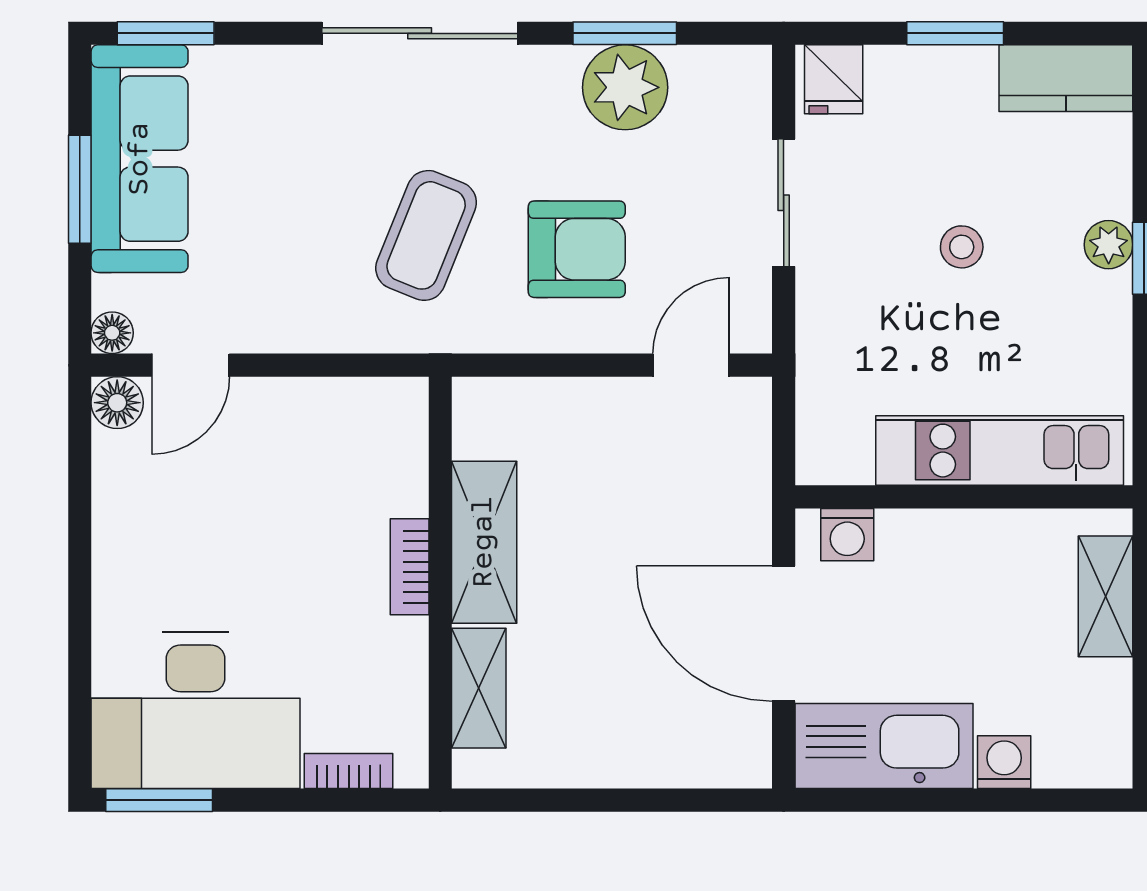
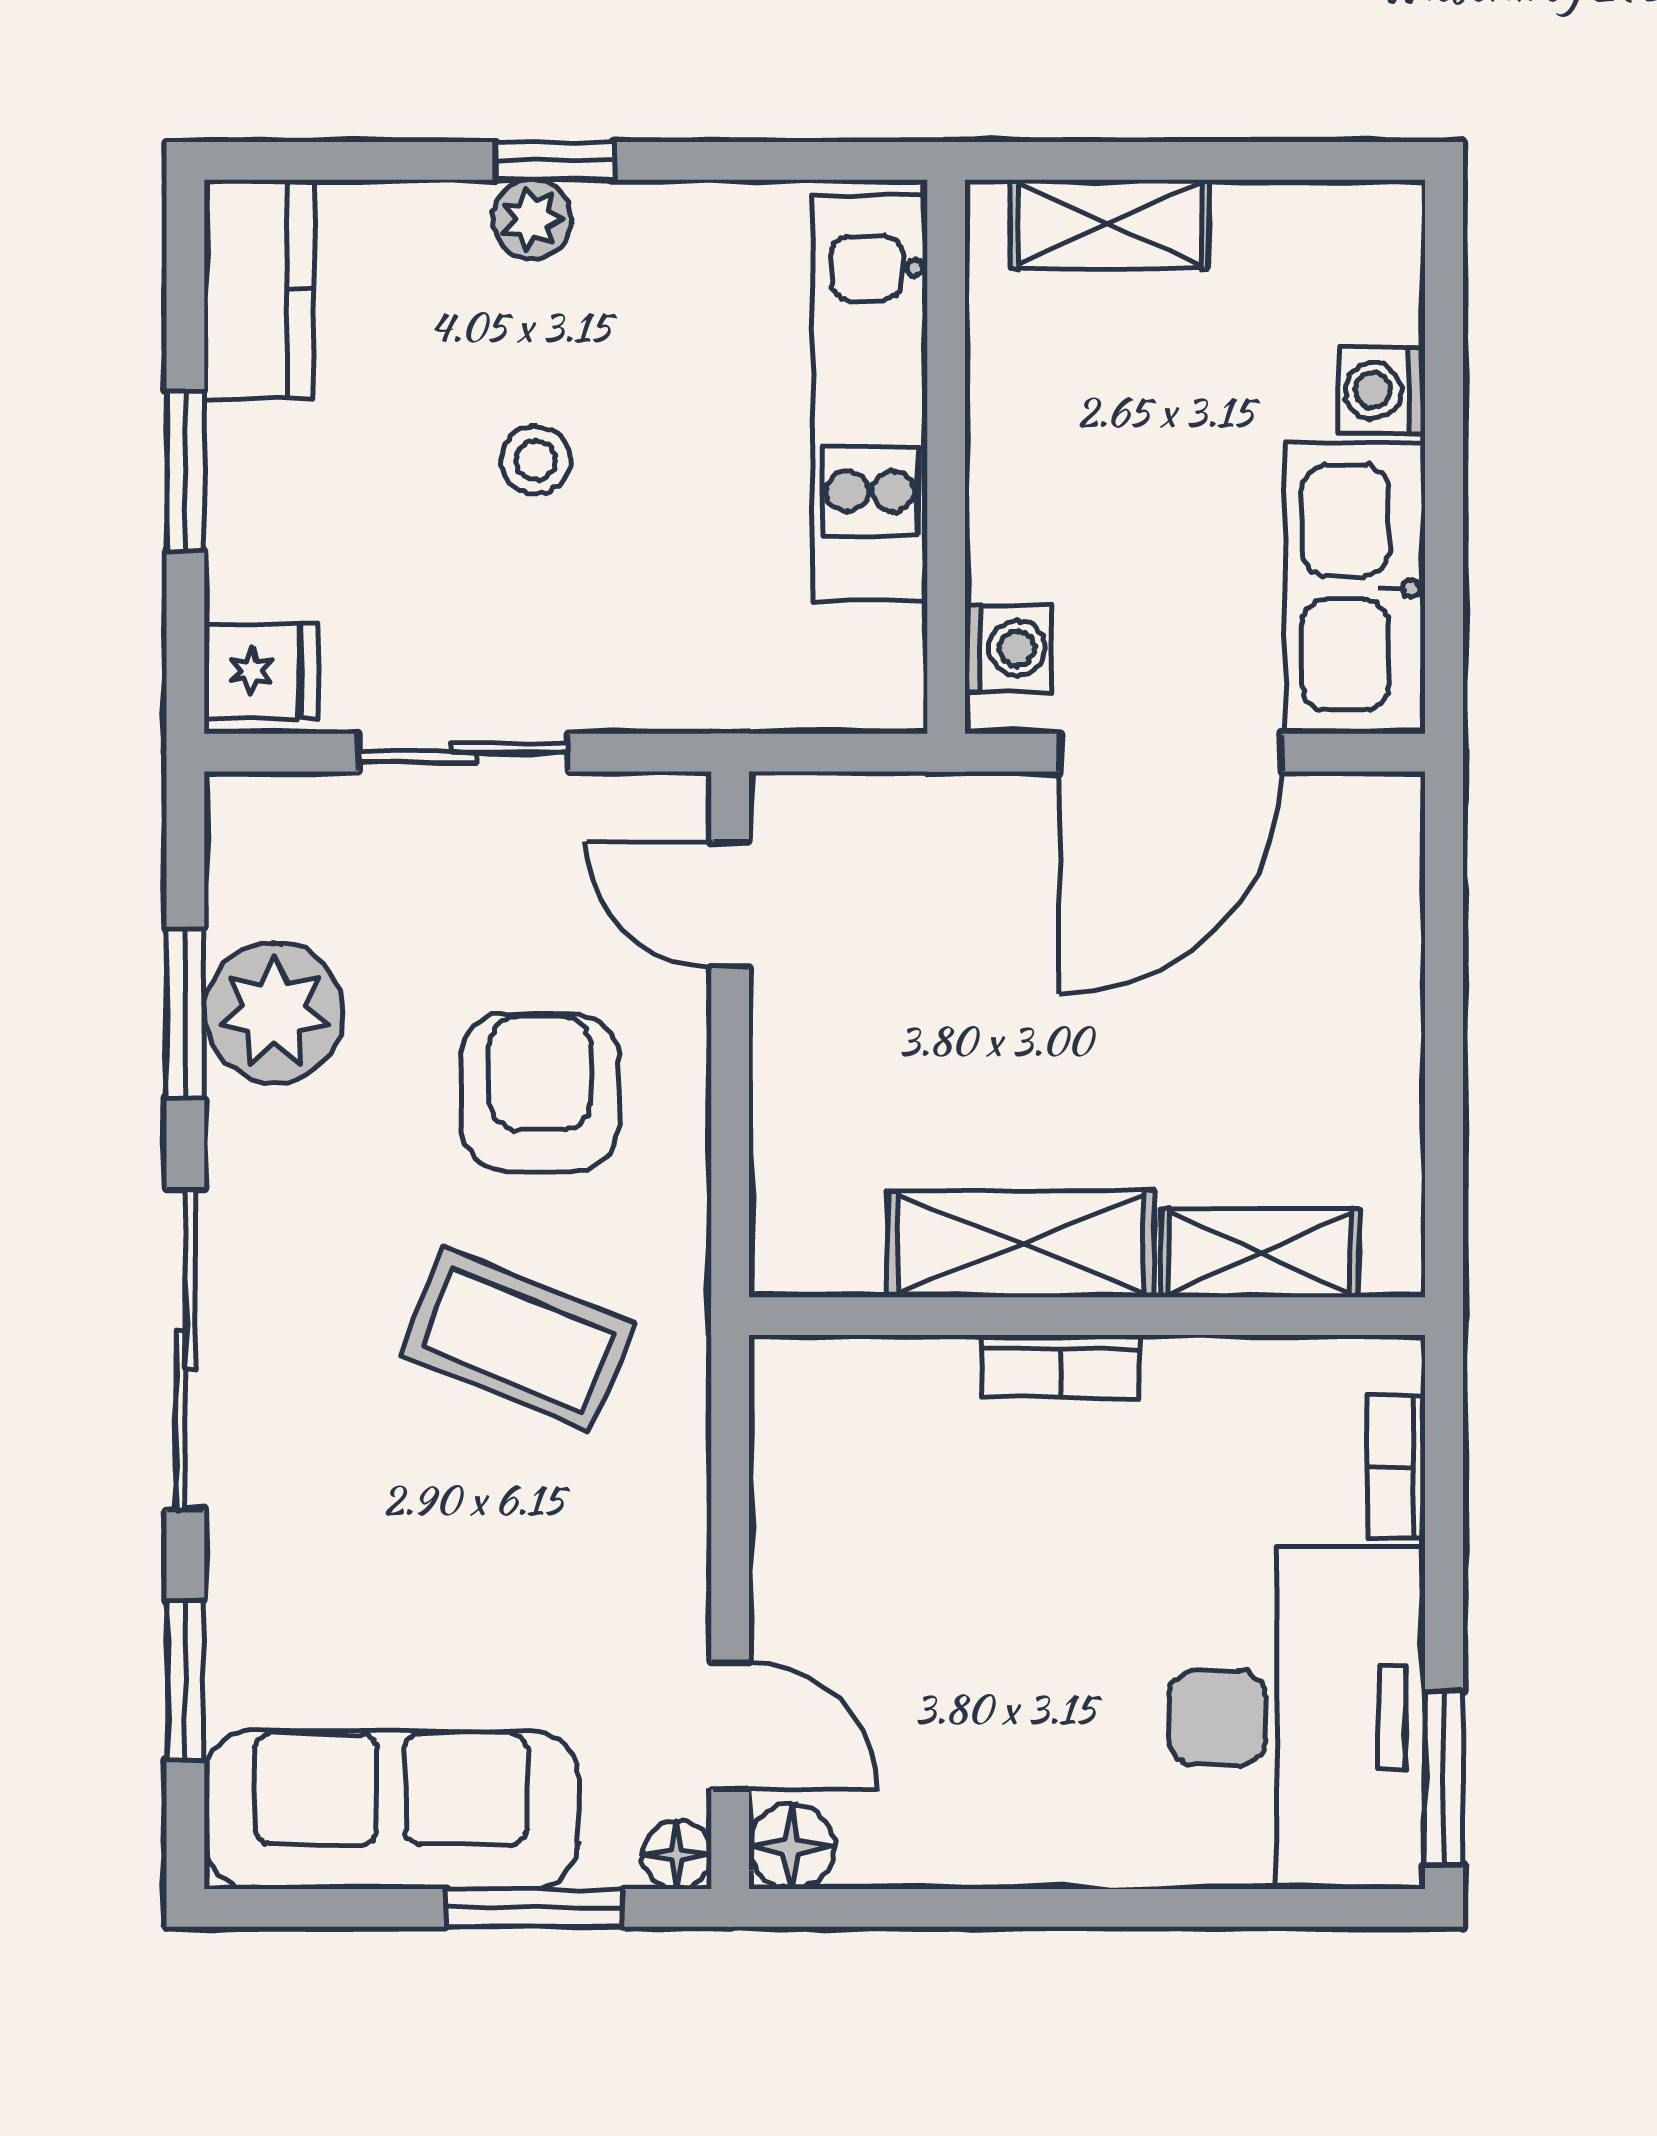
window: (166, 33) -> (185, 1680), moved
window: (80, 189) -> (534, 1908), moved

